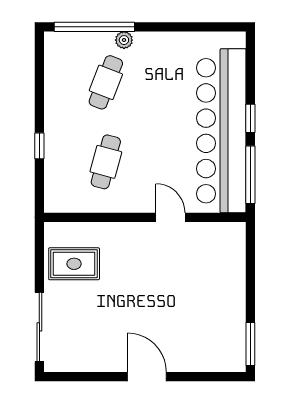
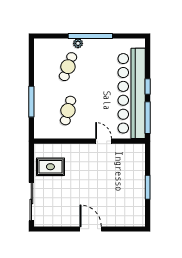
window: (94, 27) -> (90, 36), moved
window: (39, 146) -> (31, 102), width x2.17
window: (250, 344) -> (148, 187), moved

